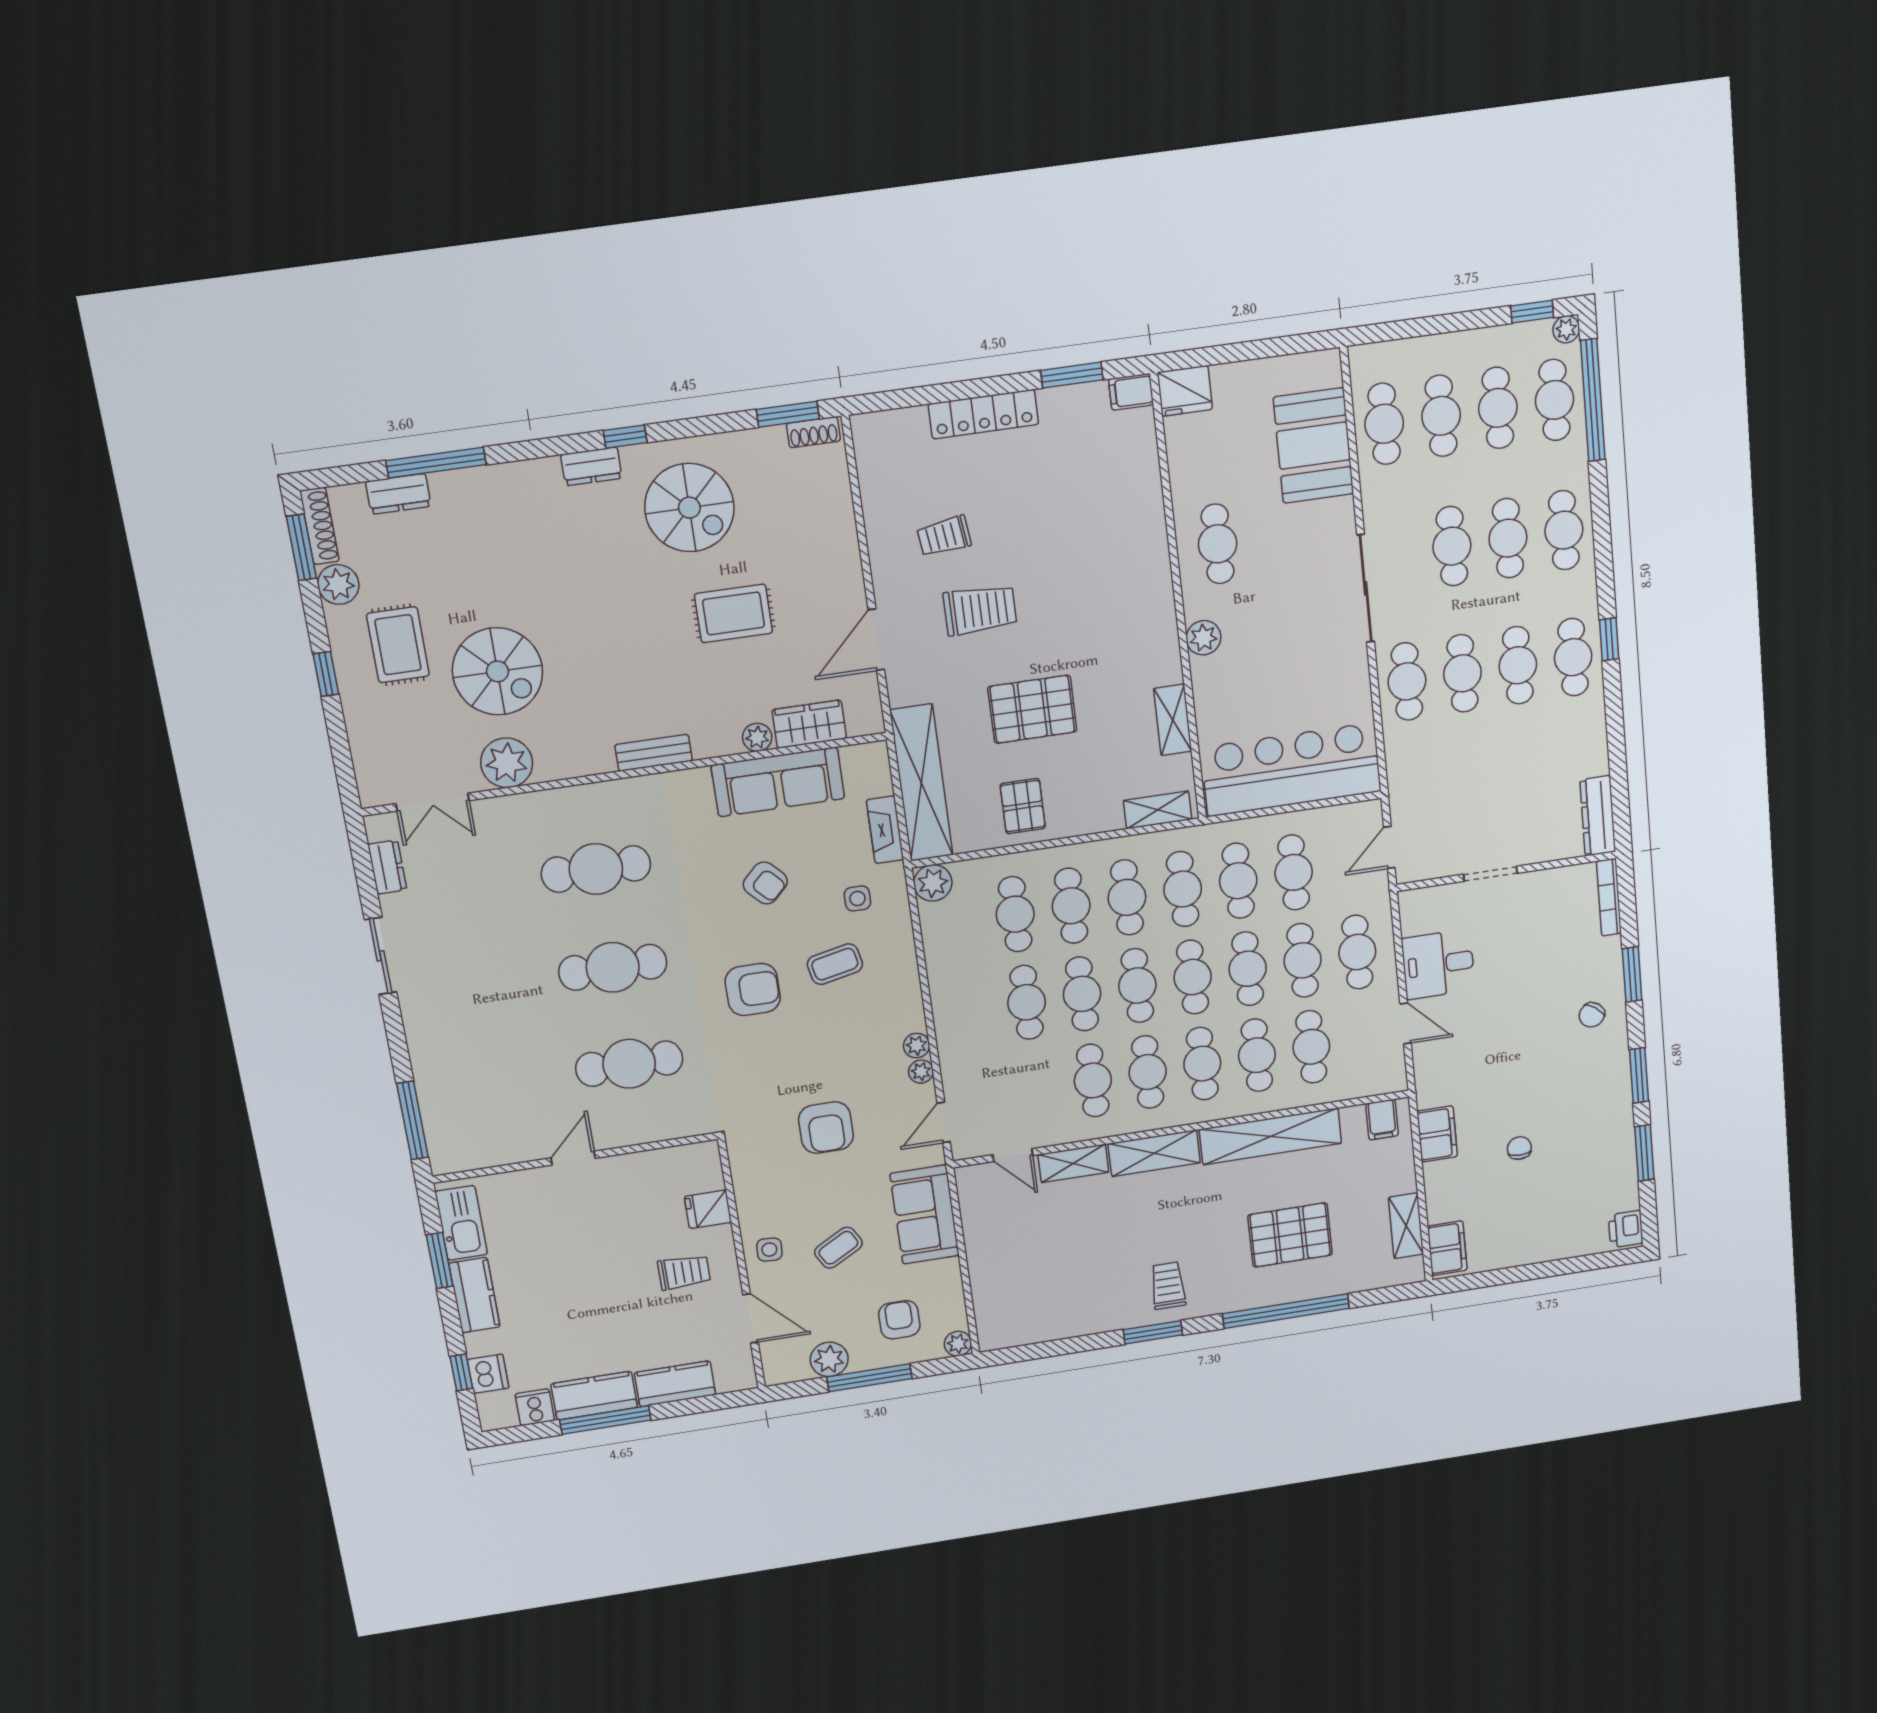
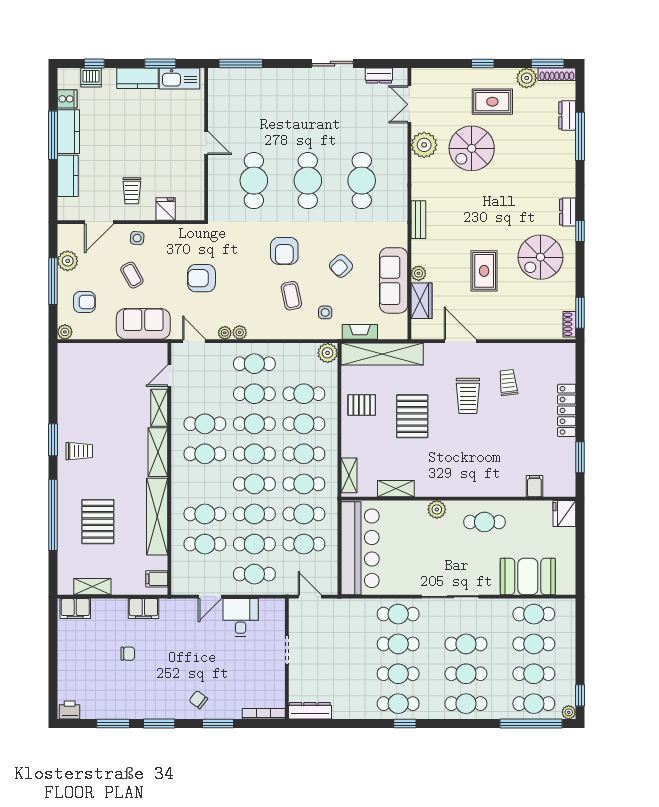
filing cabinet: (1131, 392) -> (534, 486), moved
cafe table: (1202, 1064) -> (254, 364), moved

